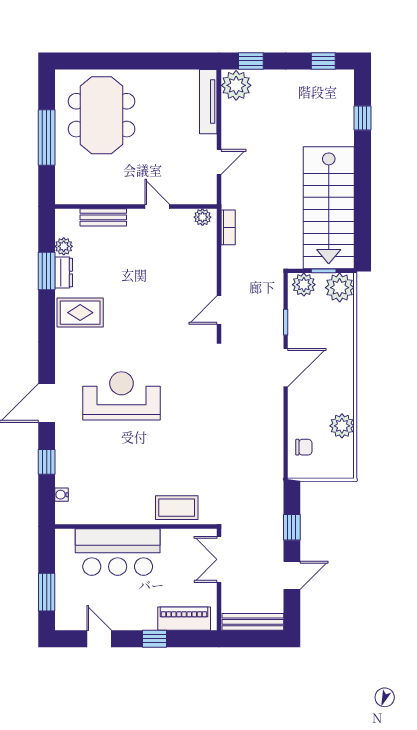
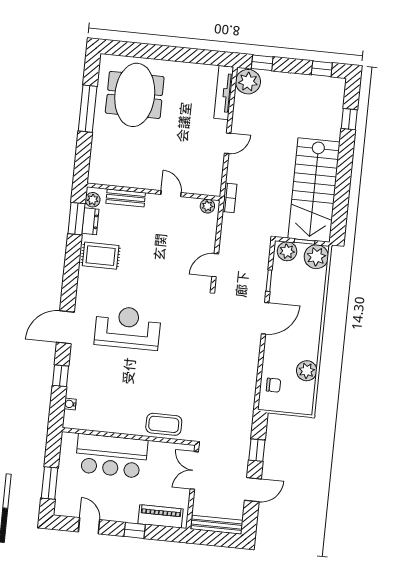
wall: (136, 206) -> (154, 192), moved
door: (157, 206) -> (171, 194), moved
bench: (103, 217) -> (126, 198), moved
plant: (202, 217) -> (207, 206), moved

